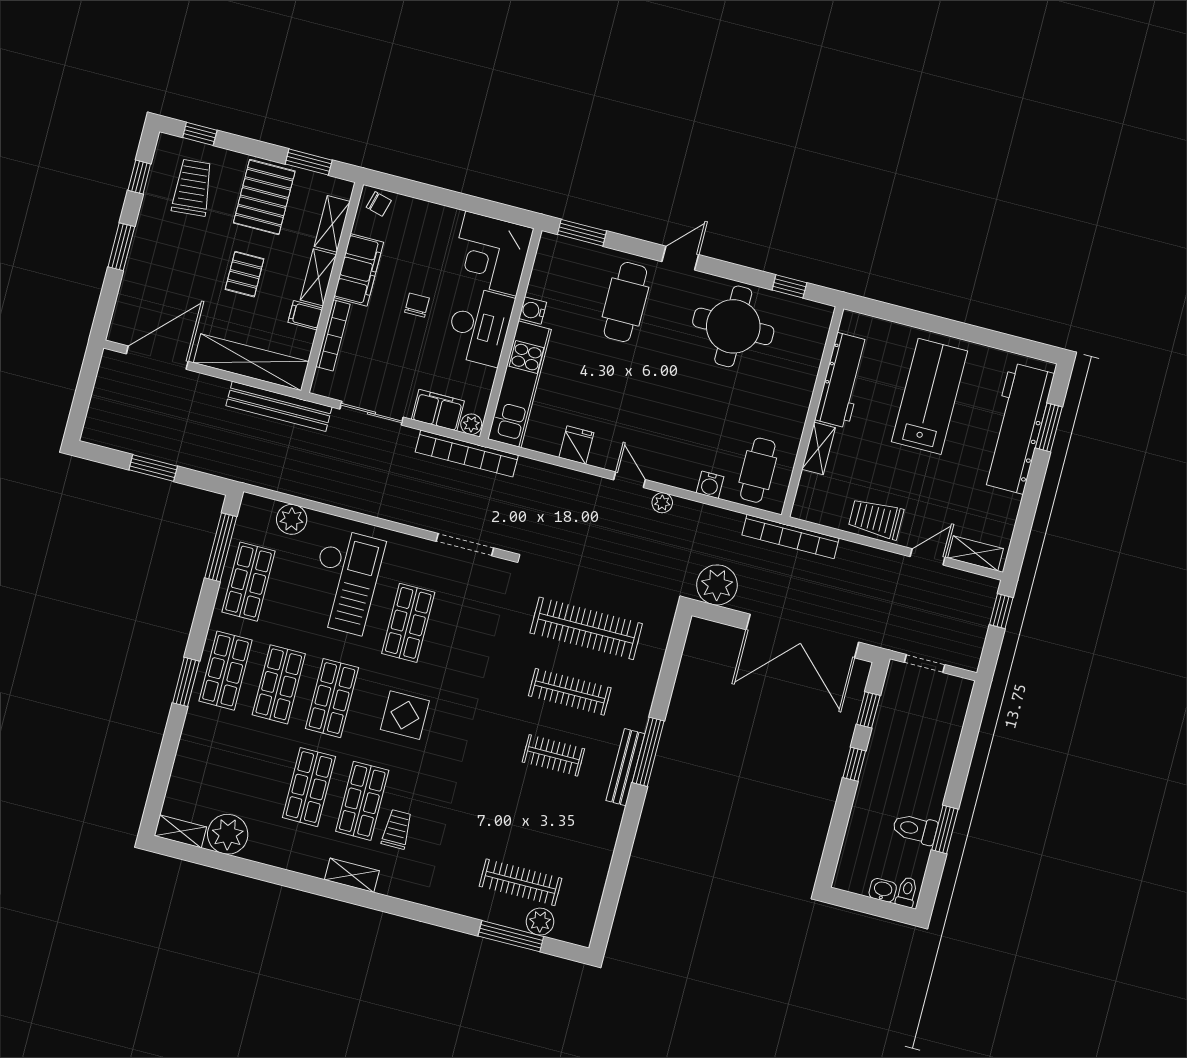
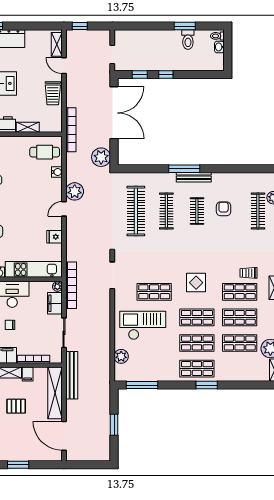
plant: (662, 503) -> (75, 191), width x1.87, depth x1.87
shop shelf: (249, 582) -> (240, 343), moved
armchair: (544, 812) -> (224, 209), added

